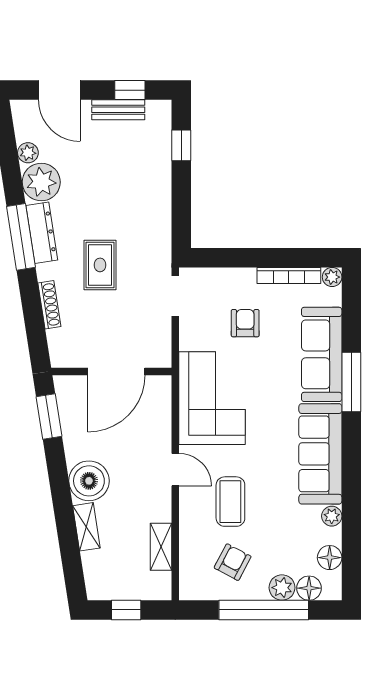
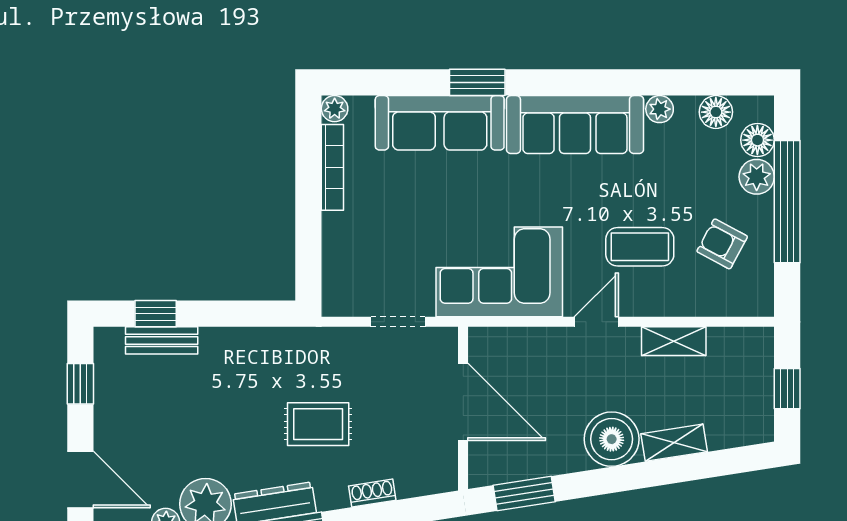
door: (59, 90) -> (80, 480), hinge flipped
bench: (118, 110) -> (162, 340), moved, turned 90
doorway: (175, 296) -> (398, 322), moved
shoe rack: (49, 305) -> (372, 493), width x0.70
armchair: (245, 323) -> (397, 227), removed
window: (351, 382) -> (477, 82), width x0.69
shelving: (161, 547) -> (674, 341), moved

